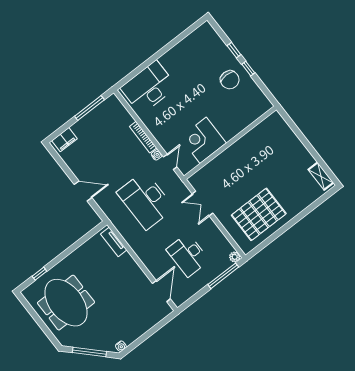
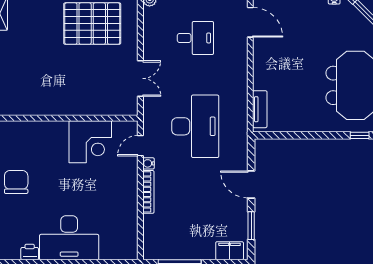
printer: (188, 43) -> (30, 252), added
desk: (149, 87) -> (69, 238), moved
window: (63, 165) -> (251, 226), added
desk: (188, 255) -> (195, 38), width x0.73
door: (161, 291) -> (250, 22), swing flipped

